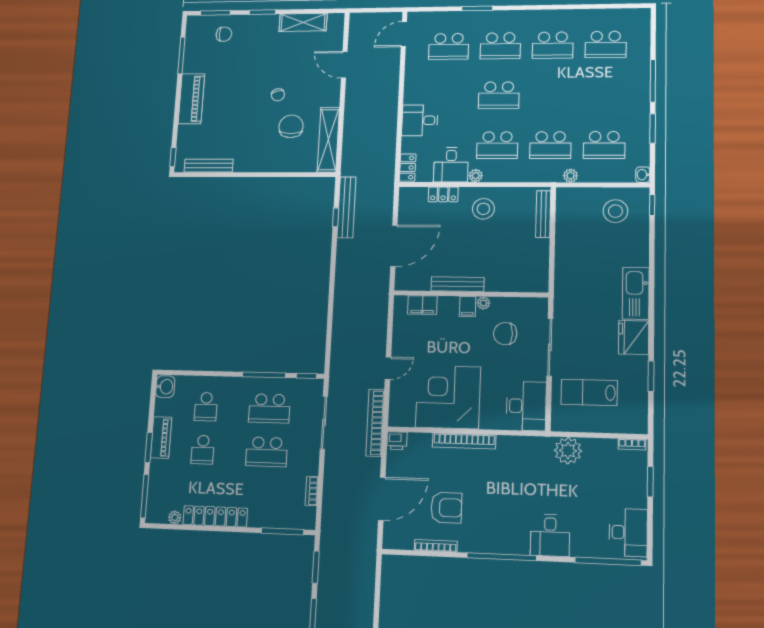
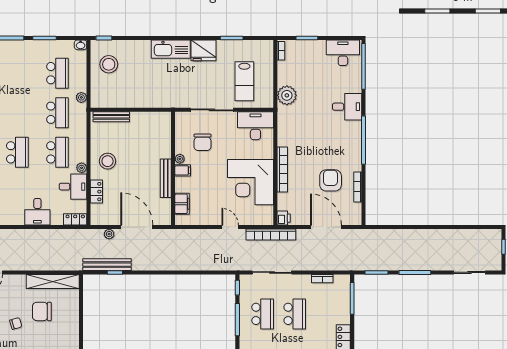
plant: (386, 210) -> (109, 234), added

